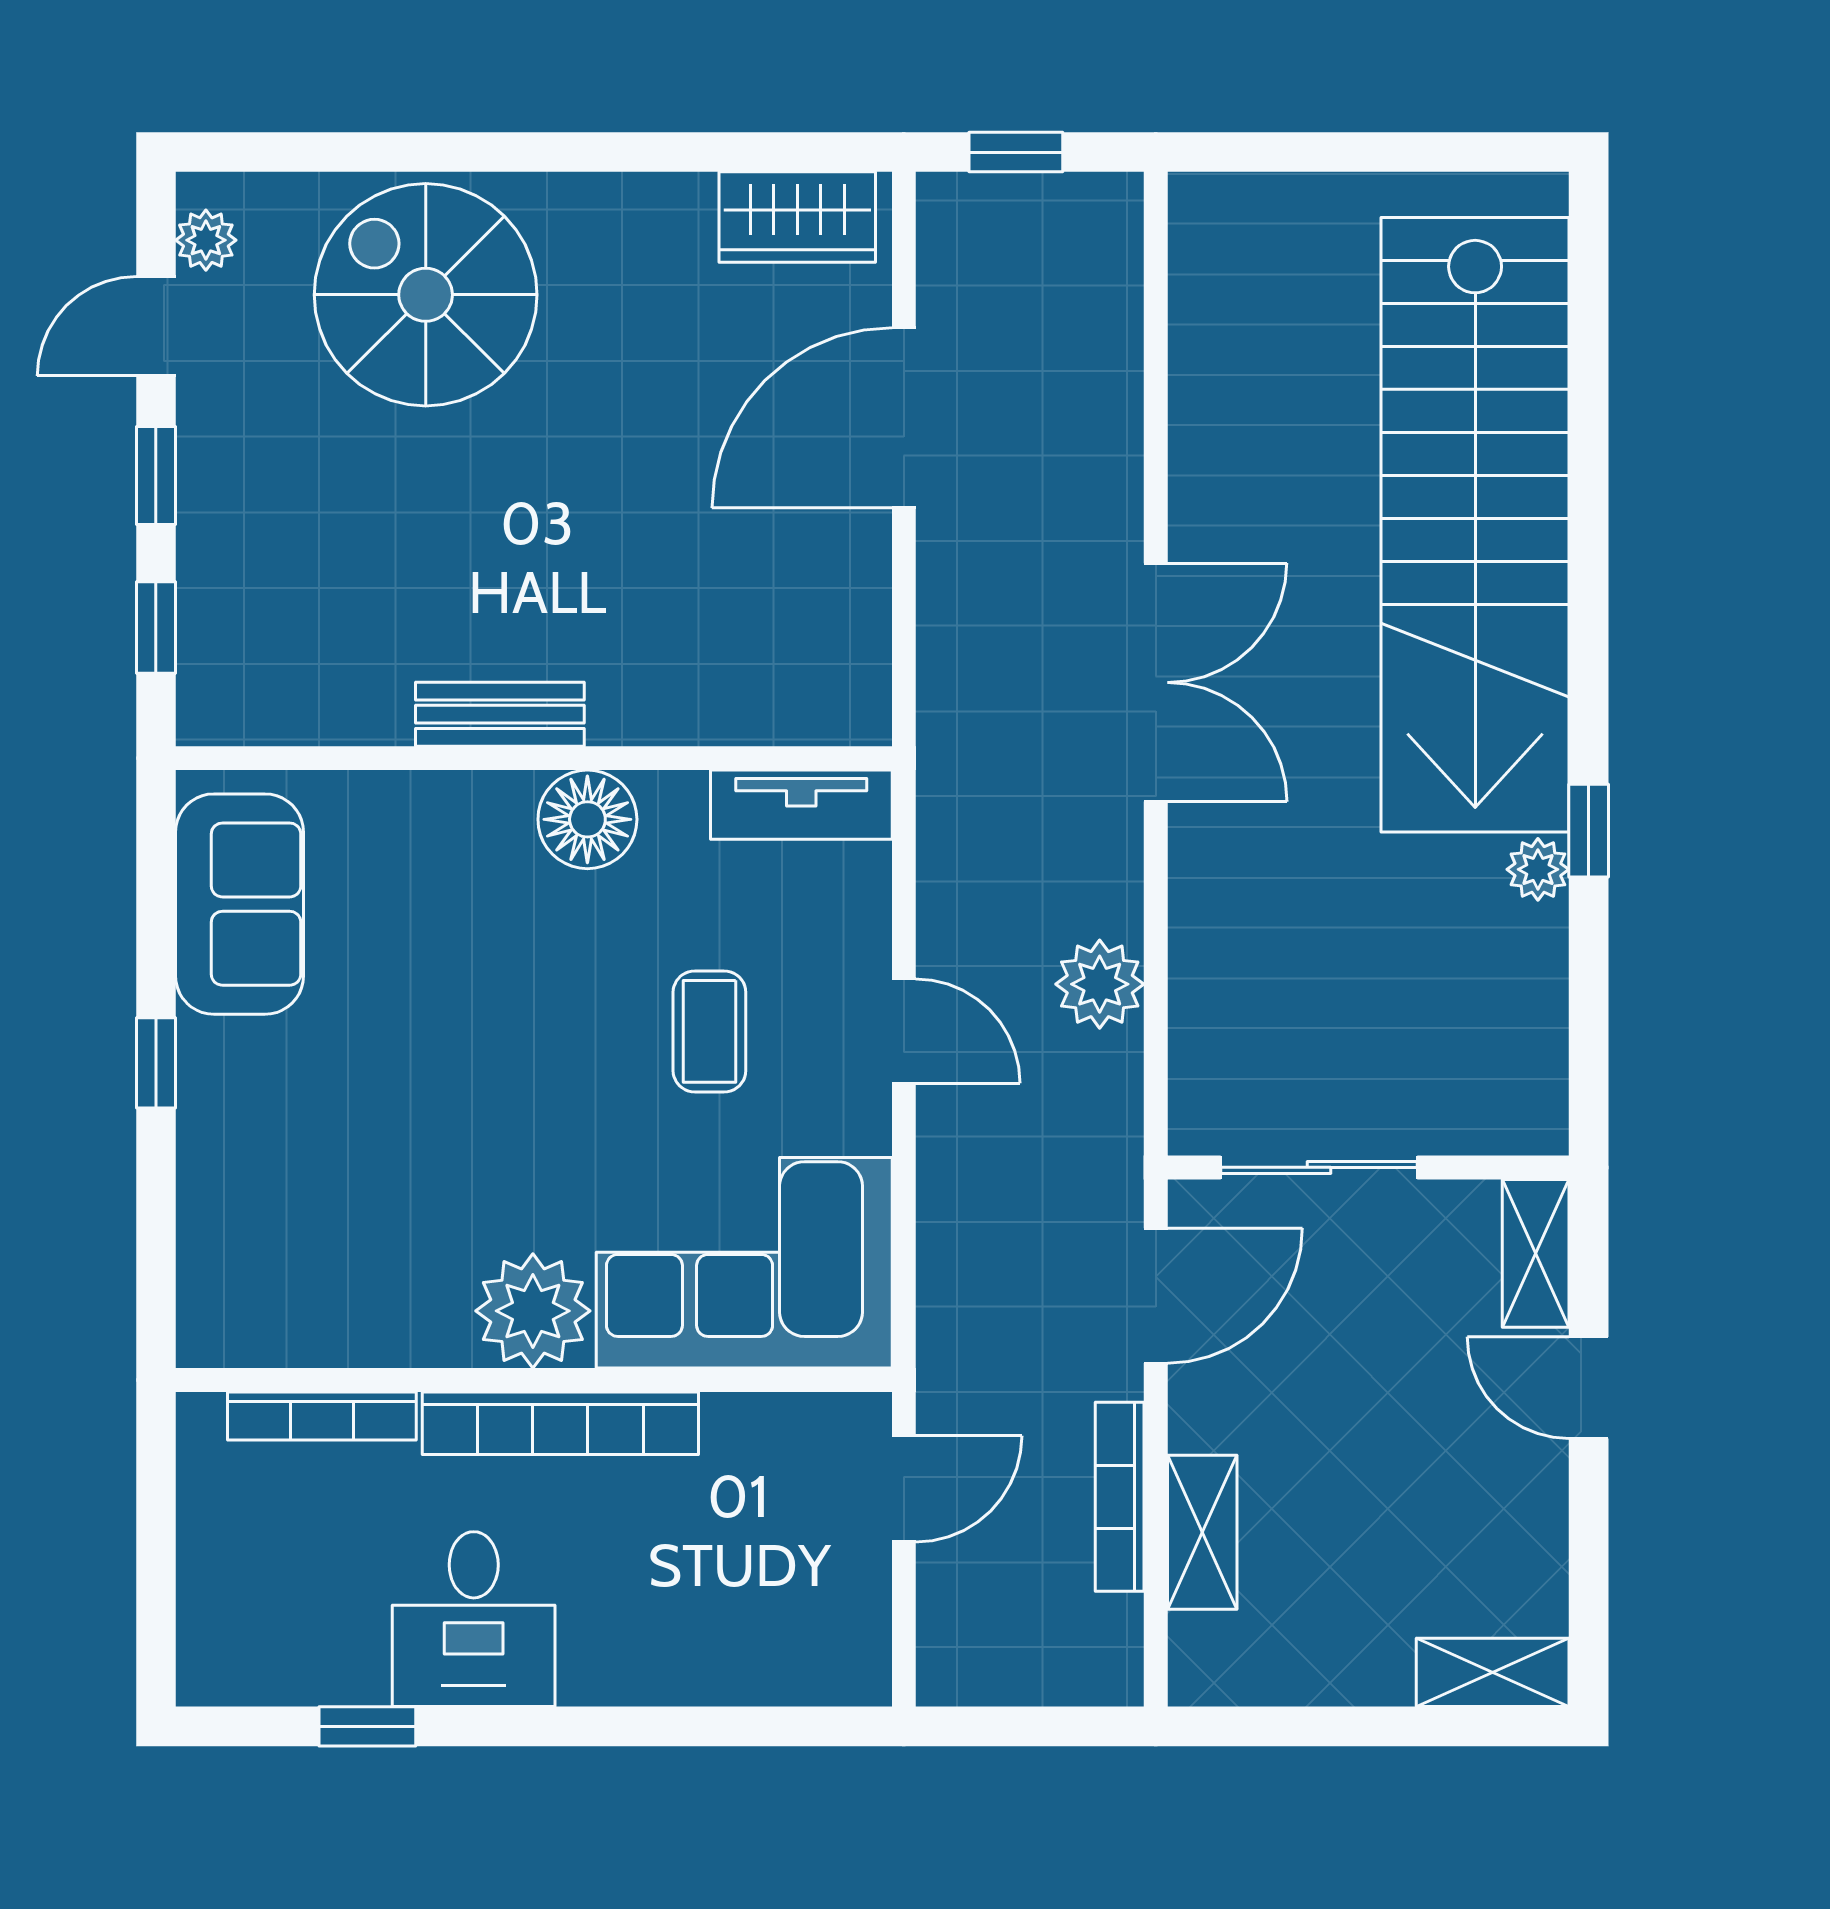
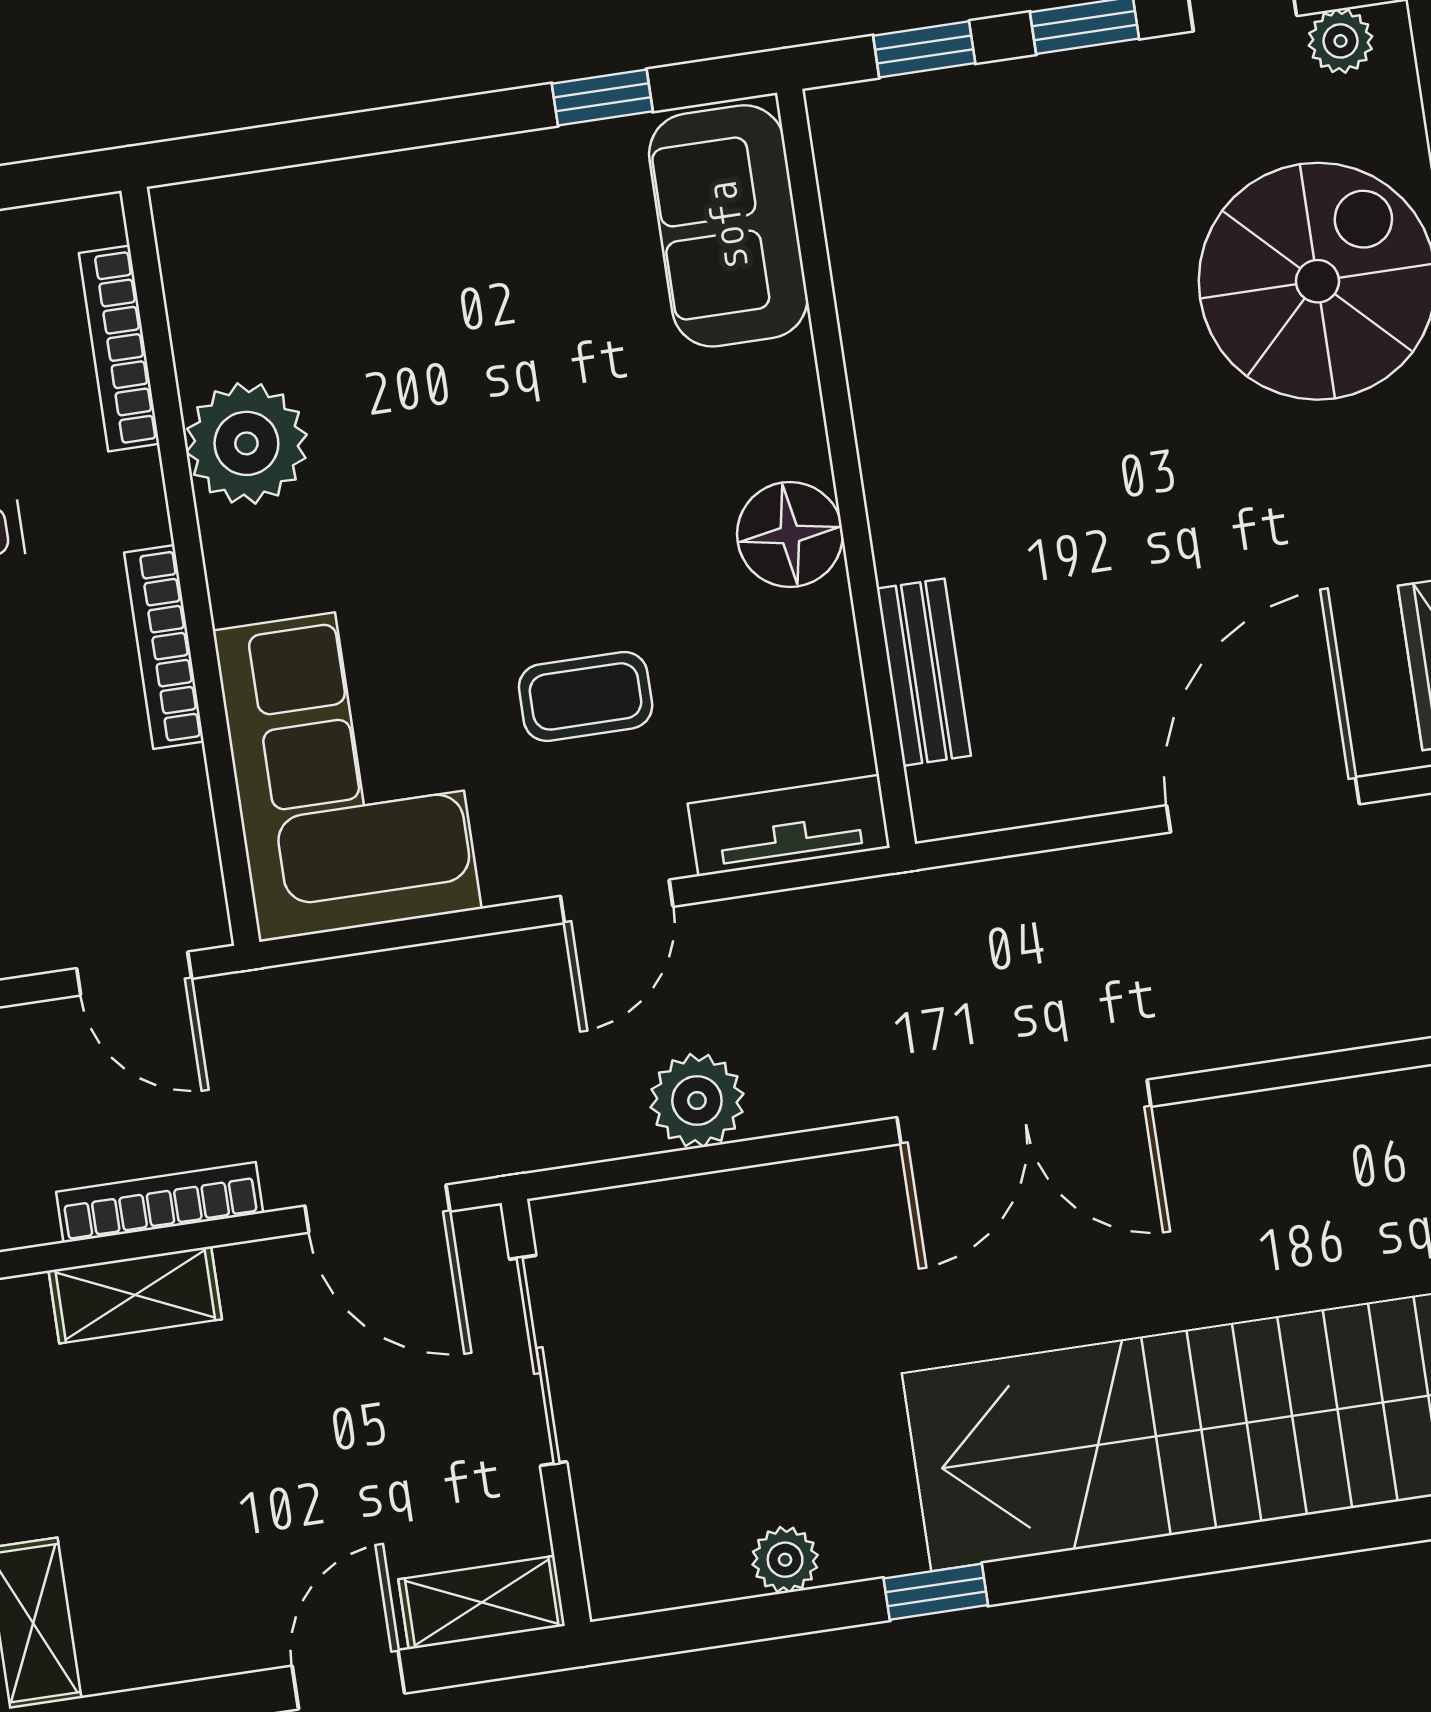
door: (904, 418) -> (1263, 805), hinge flipped
bench: (500, 714) -> (924, 672), moved
tv unit: (801, 805) -> (789, 826), moved, turned 90
plant: (1538, 869) -> (785, 1560), moved
sofa: (239, 904) -> (728, 226), moved, turned 90
window: (156, 1063) -> (602, 97), moved
plant: (533, 1311) -> (246, 443), moved
bookcase: (560, 1423) -> (164, 647), width x0.68, depth x0.76

